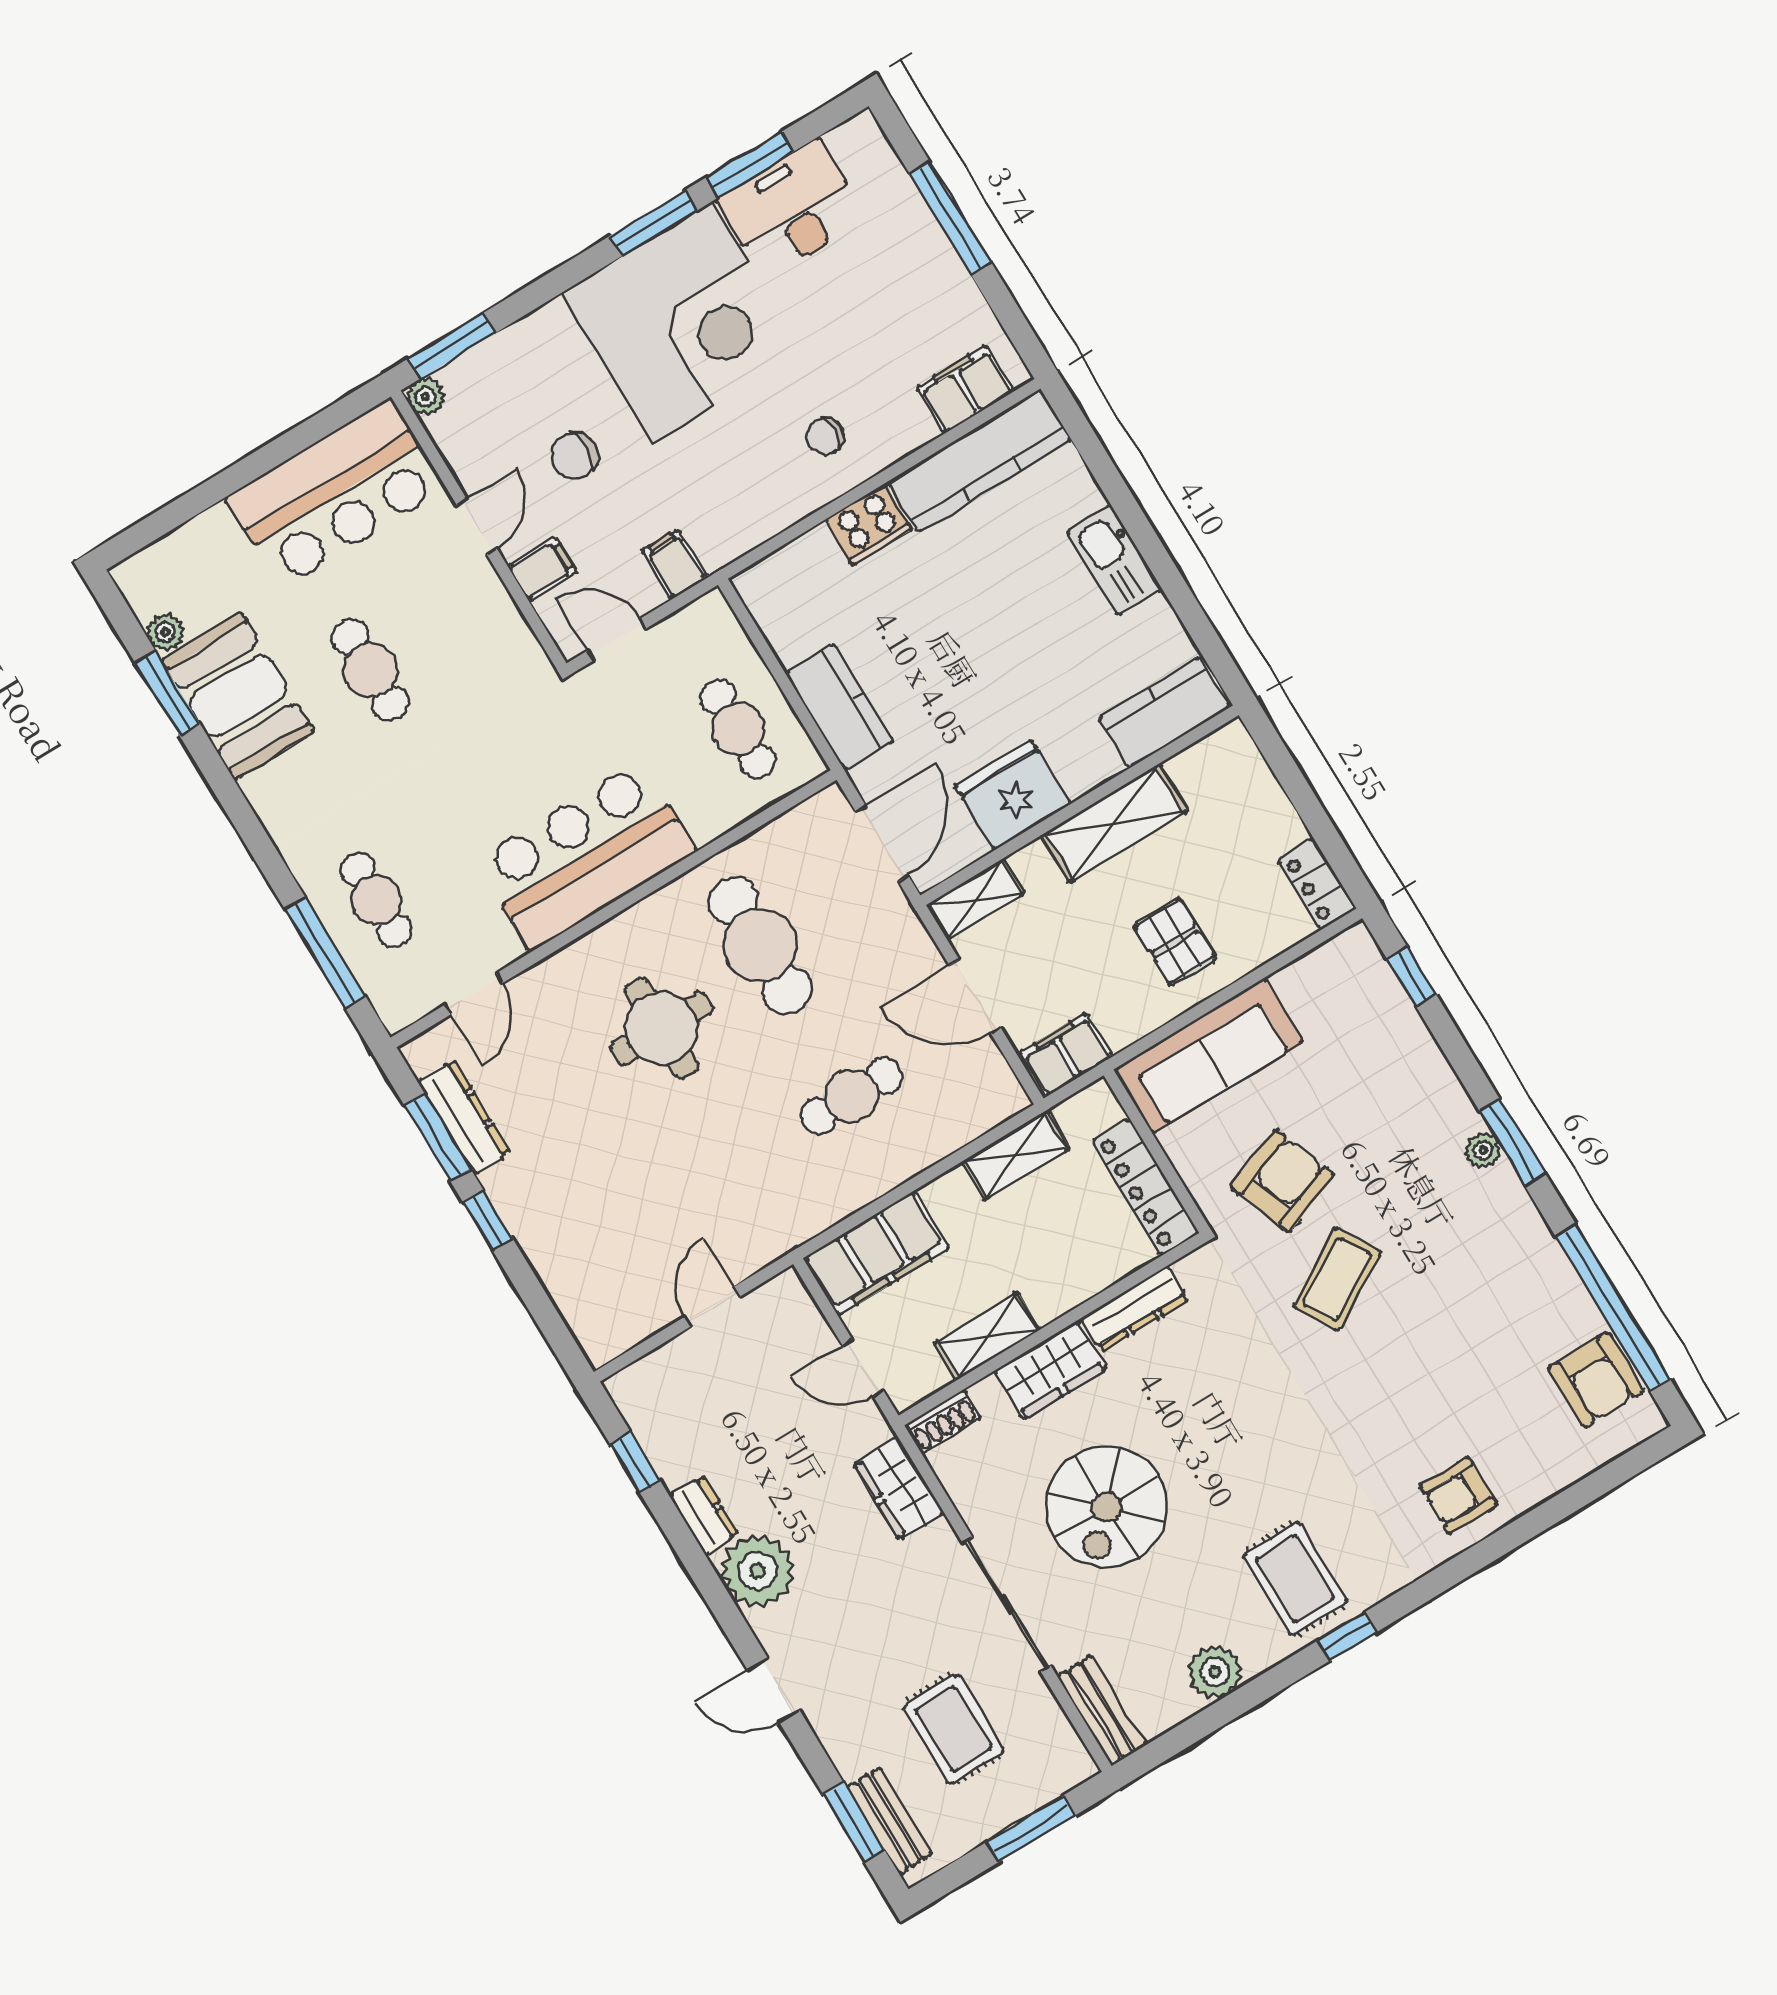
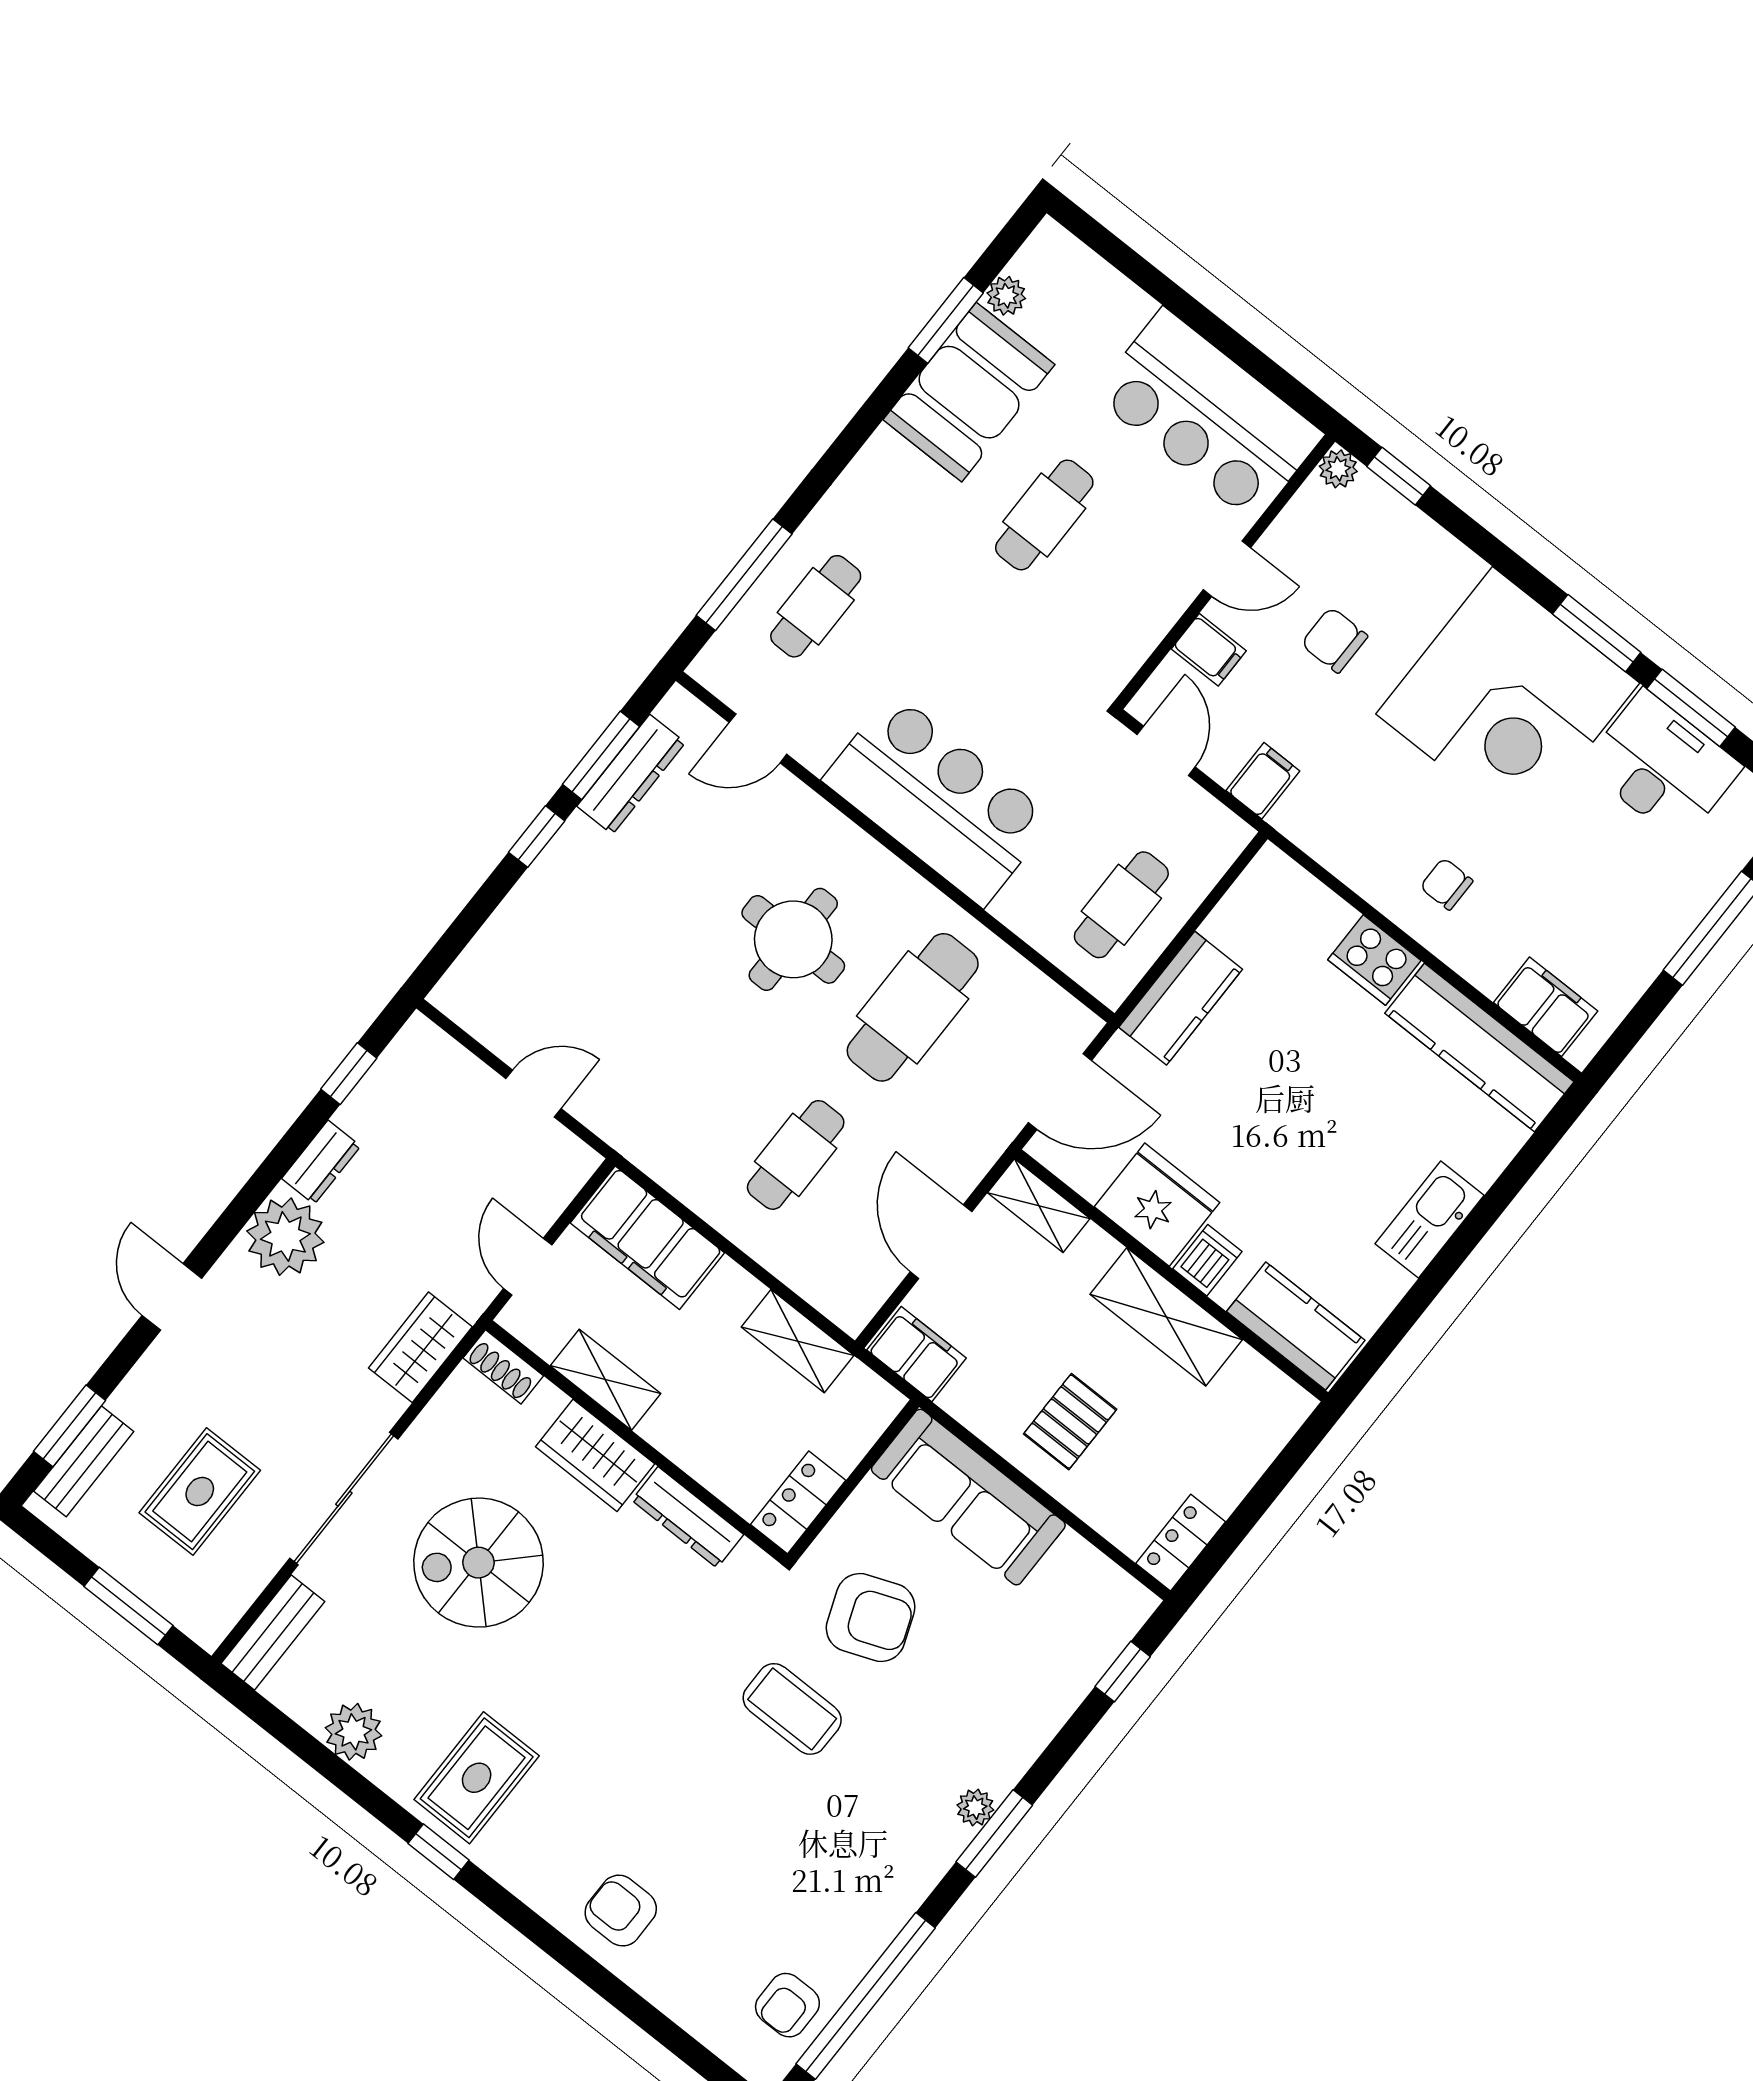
window: (451, 346) -> (1399, 476), width x0.67
dishwasher: (1078, 769) -> (1207, 1260), added
cafe table: (852, 1096) -> (796, 1155), turned 90
locker: (1146, 1187) -> (798, 1502), width x0.66
coffee table: (1337, 1279) -> (792, 1709), turned 30
armchair: (1596, 1380) -> (787, 2005), width x0.72, depth x0.72

